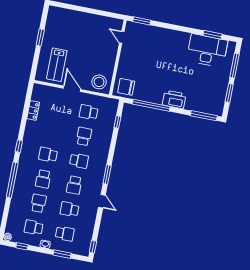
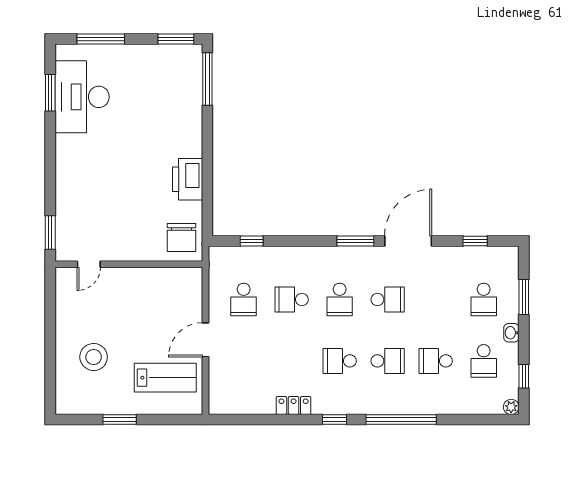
stool: (99, 82) -> (94, 357), moved
window: (229, 93) -> (176, 39), moved
printer: (174, 99) -> (188, 179), moved
window: (151, 105) -> (207, 183), removed
locker: (33, 110) -> (294, 405), moved
school desk: (48, 155) -> (340, 361), turned 90
school desk: (79, 161) -> (340, 299), turned 180
door: (102, 201) -> (408, 241), width x1.87
school desk: (70, 209) -> (436, 299), removed
school desk: (65, 234) -> (484, 299), turned 180
window: (93, 247) -> (475, 241), moved

